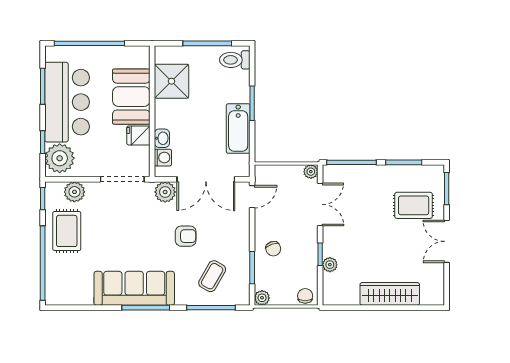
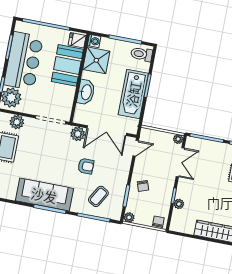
bathtub: (238, 128) -> (133, 94), width x1.36, depth x1.36
fridge: (138, 135) -> (77, 40), moved
washbasin: (162, 138) -> (86, 92), width x1.91, depth x1.45
washing machine: (163, 158) -> (94, 41), moved

